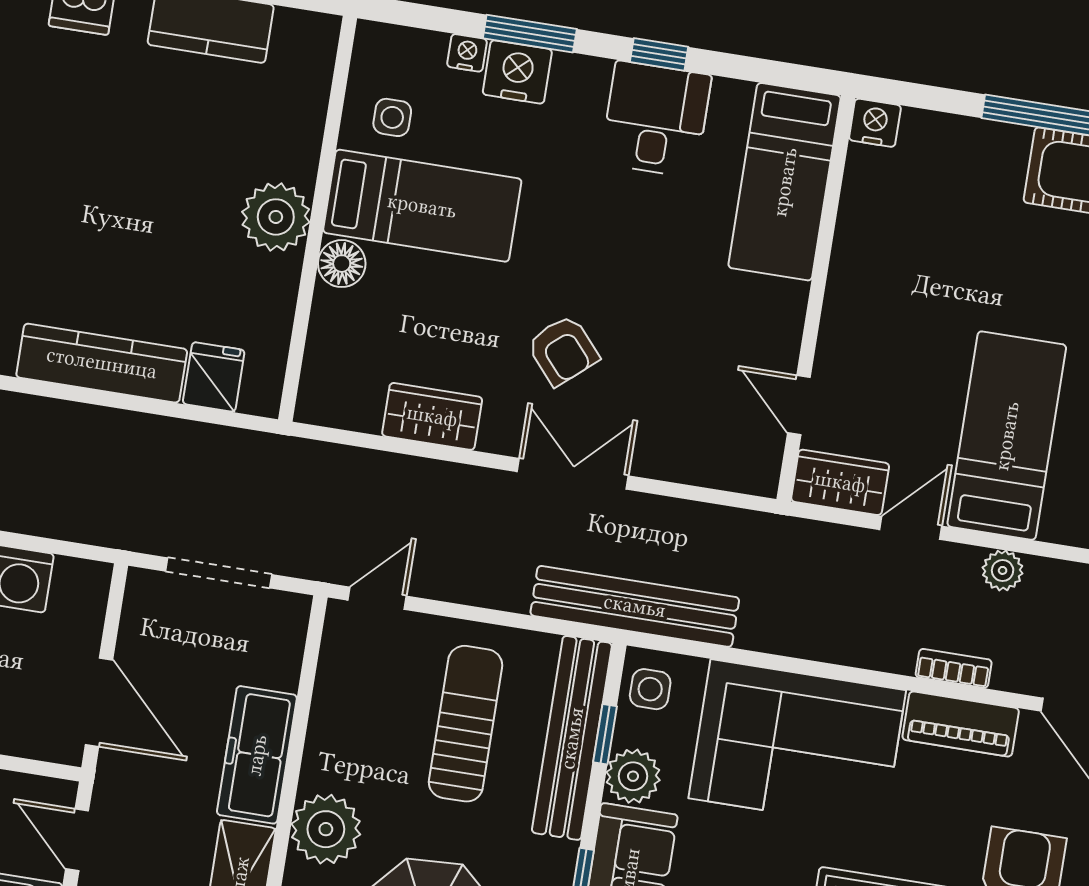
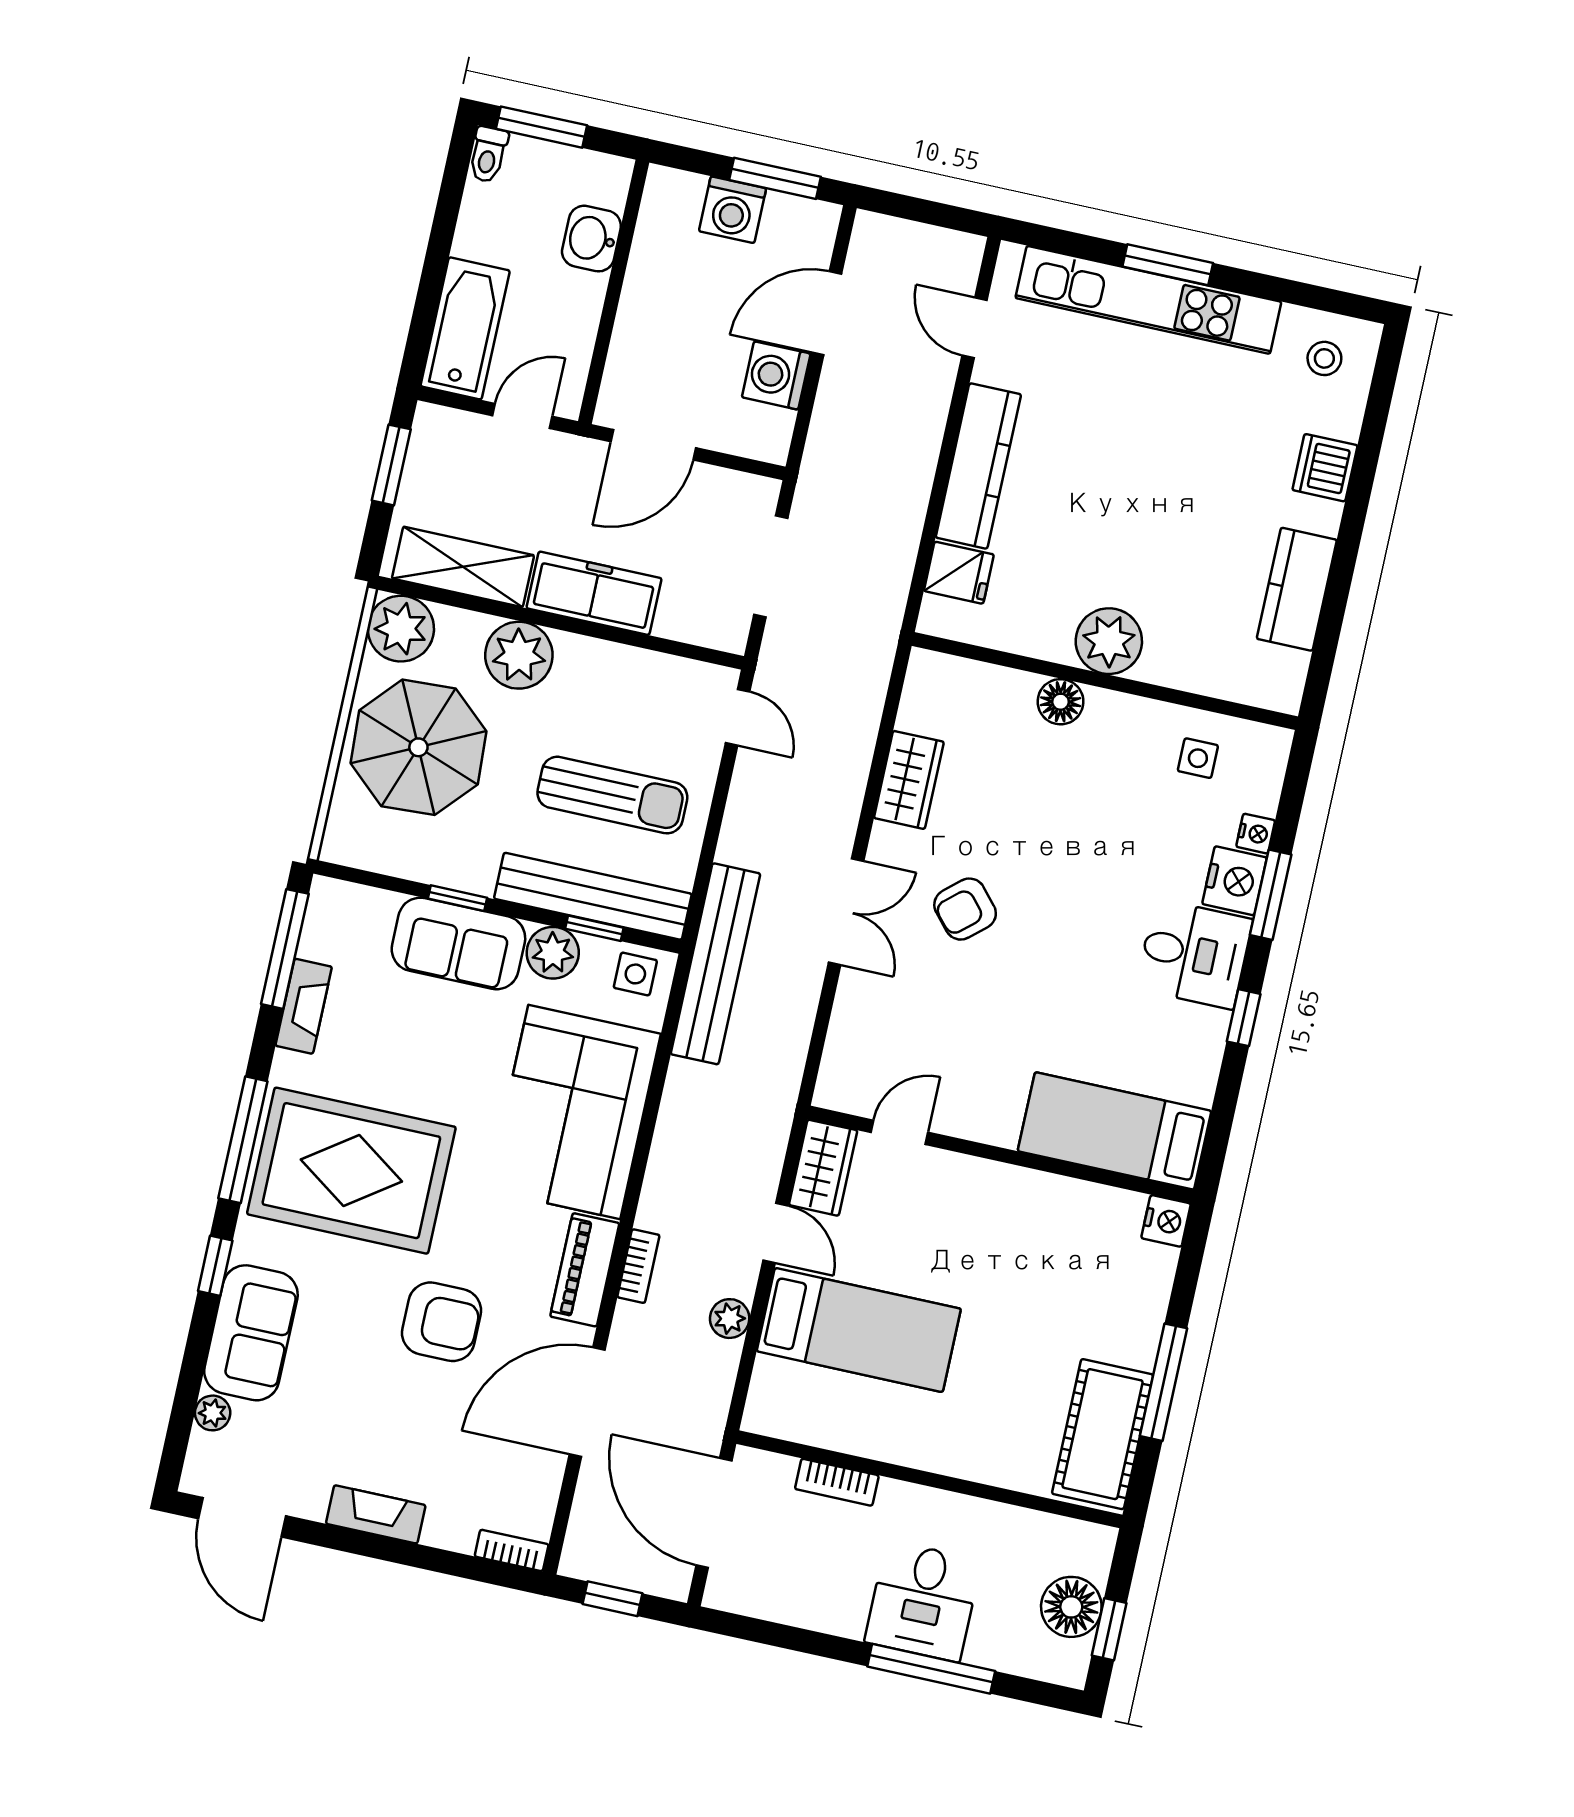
desk: (656, 119) -> (1194, 954), moved
bed: (422, 206) -> (1112, 782), removed

